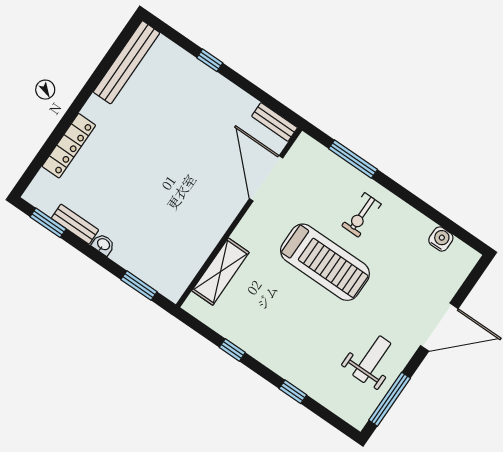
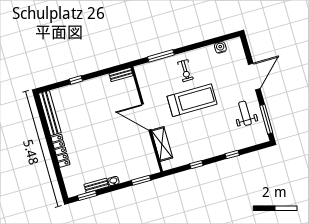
locker: (69, 146) -> (61, 151), moved
door: (266, 178) -> (146, 117), moved

